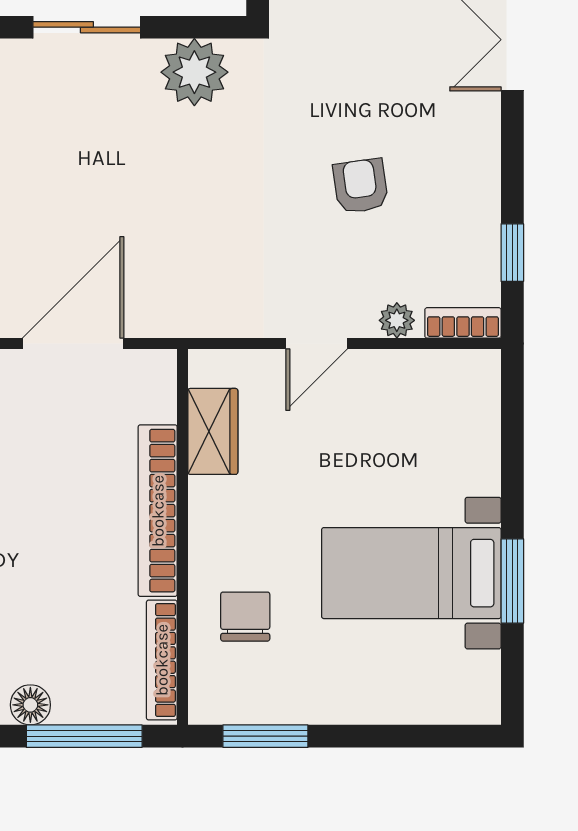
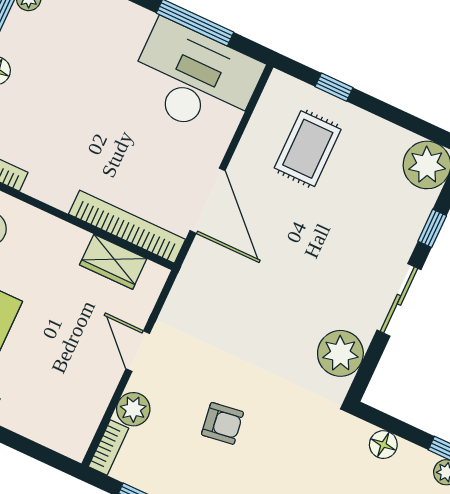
plant: (397, 320) -> (133, 409), width x1.38, depth x1.38
bookcase: (158, 511) -> (127, 227), moved

